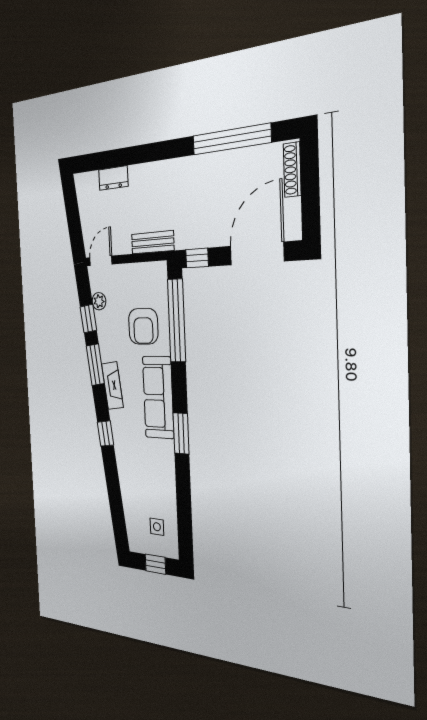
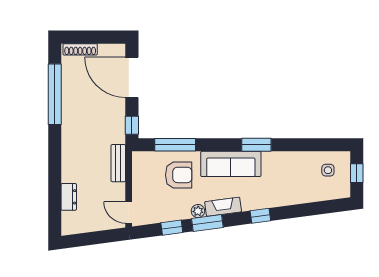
plant: (99, 301) -> (198, 211), moved
window: (177, 321) -> (175, 145), width x0.68

